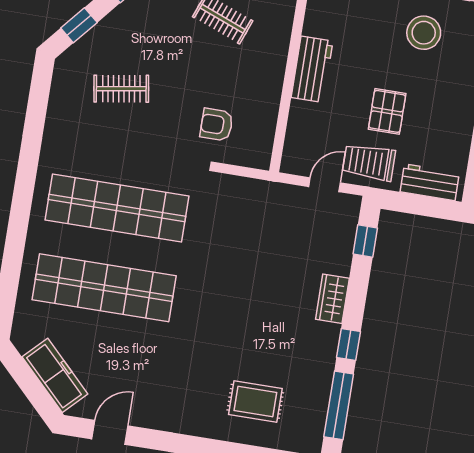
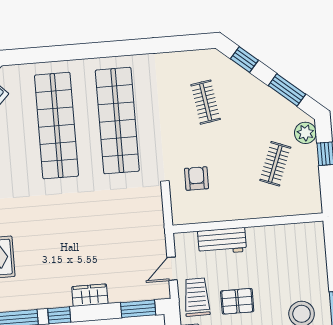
workbench: (312, 69) -> (222, 241), moved
door: (325, 185) -> (172, 269), swing flipped
window: (365, 241) -> (138, 309), width x1.50

